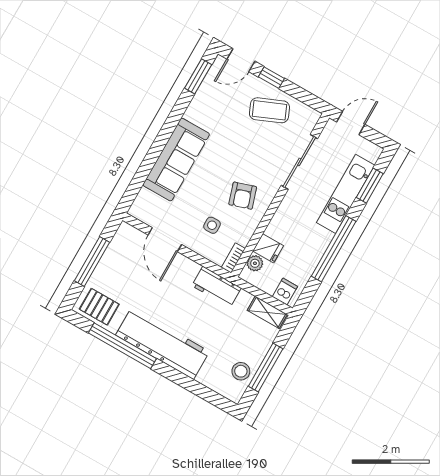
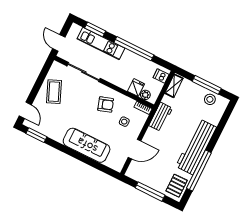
window: (271, 78) -> (35, 92), removed

